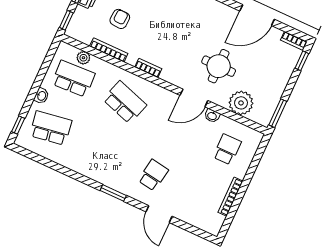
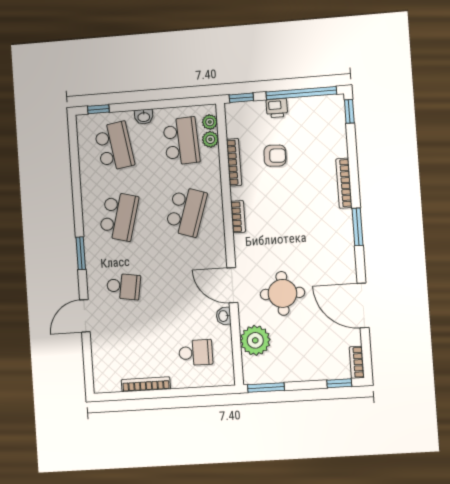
plant: (71, 51) -> (210, 122), added
school desk: (102, 152) -> (119, 216), added

